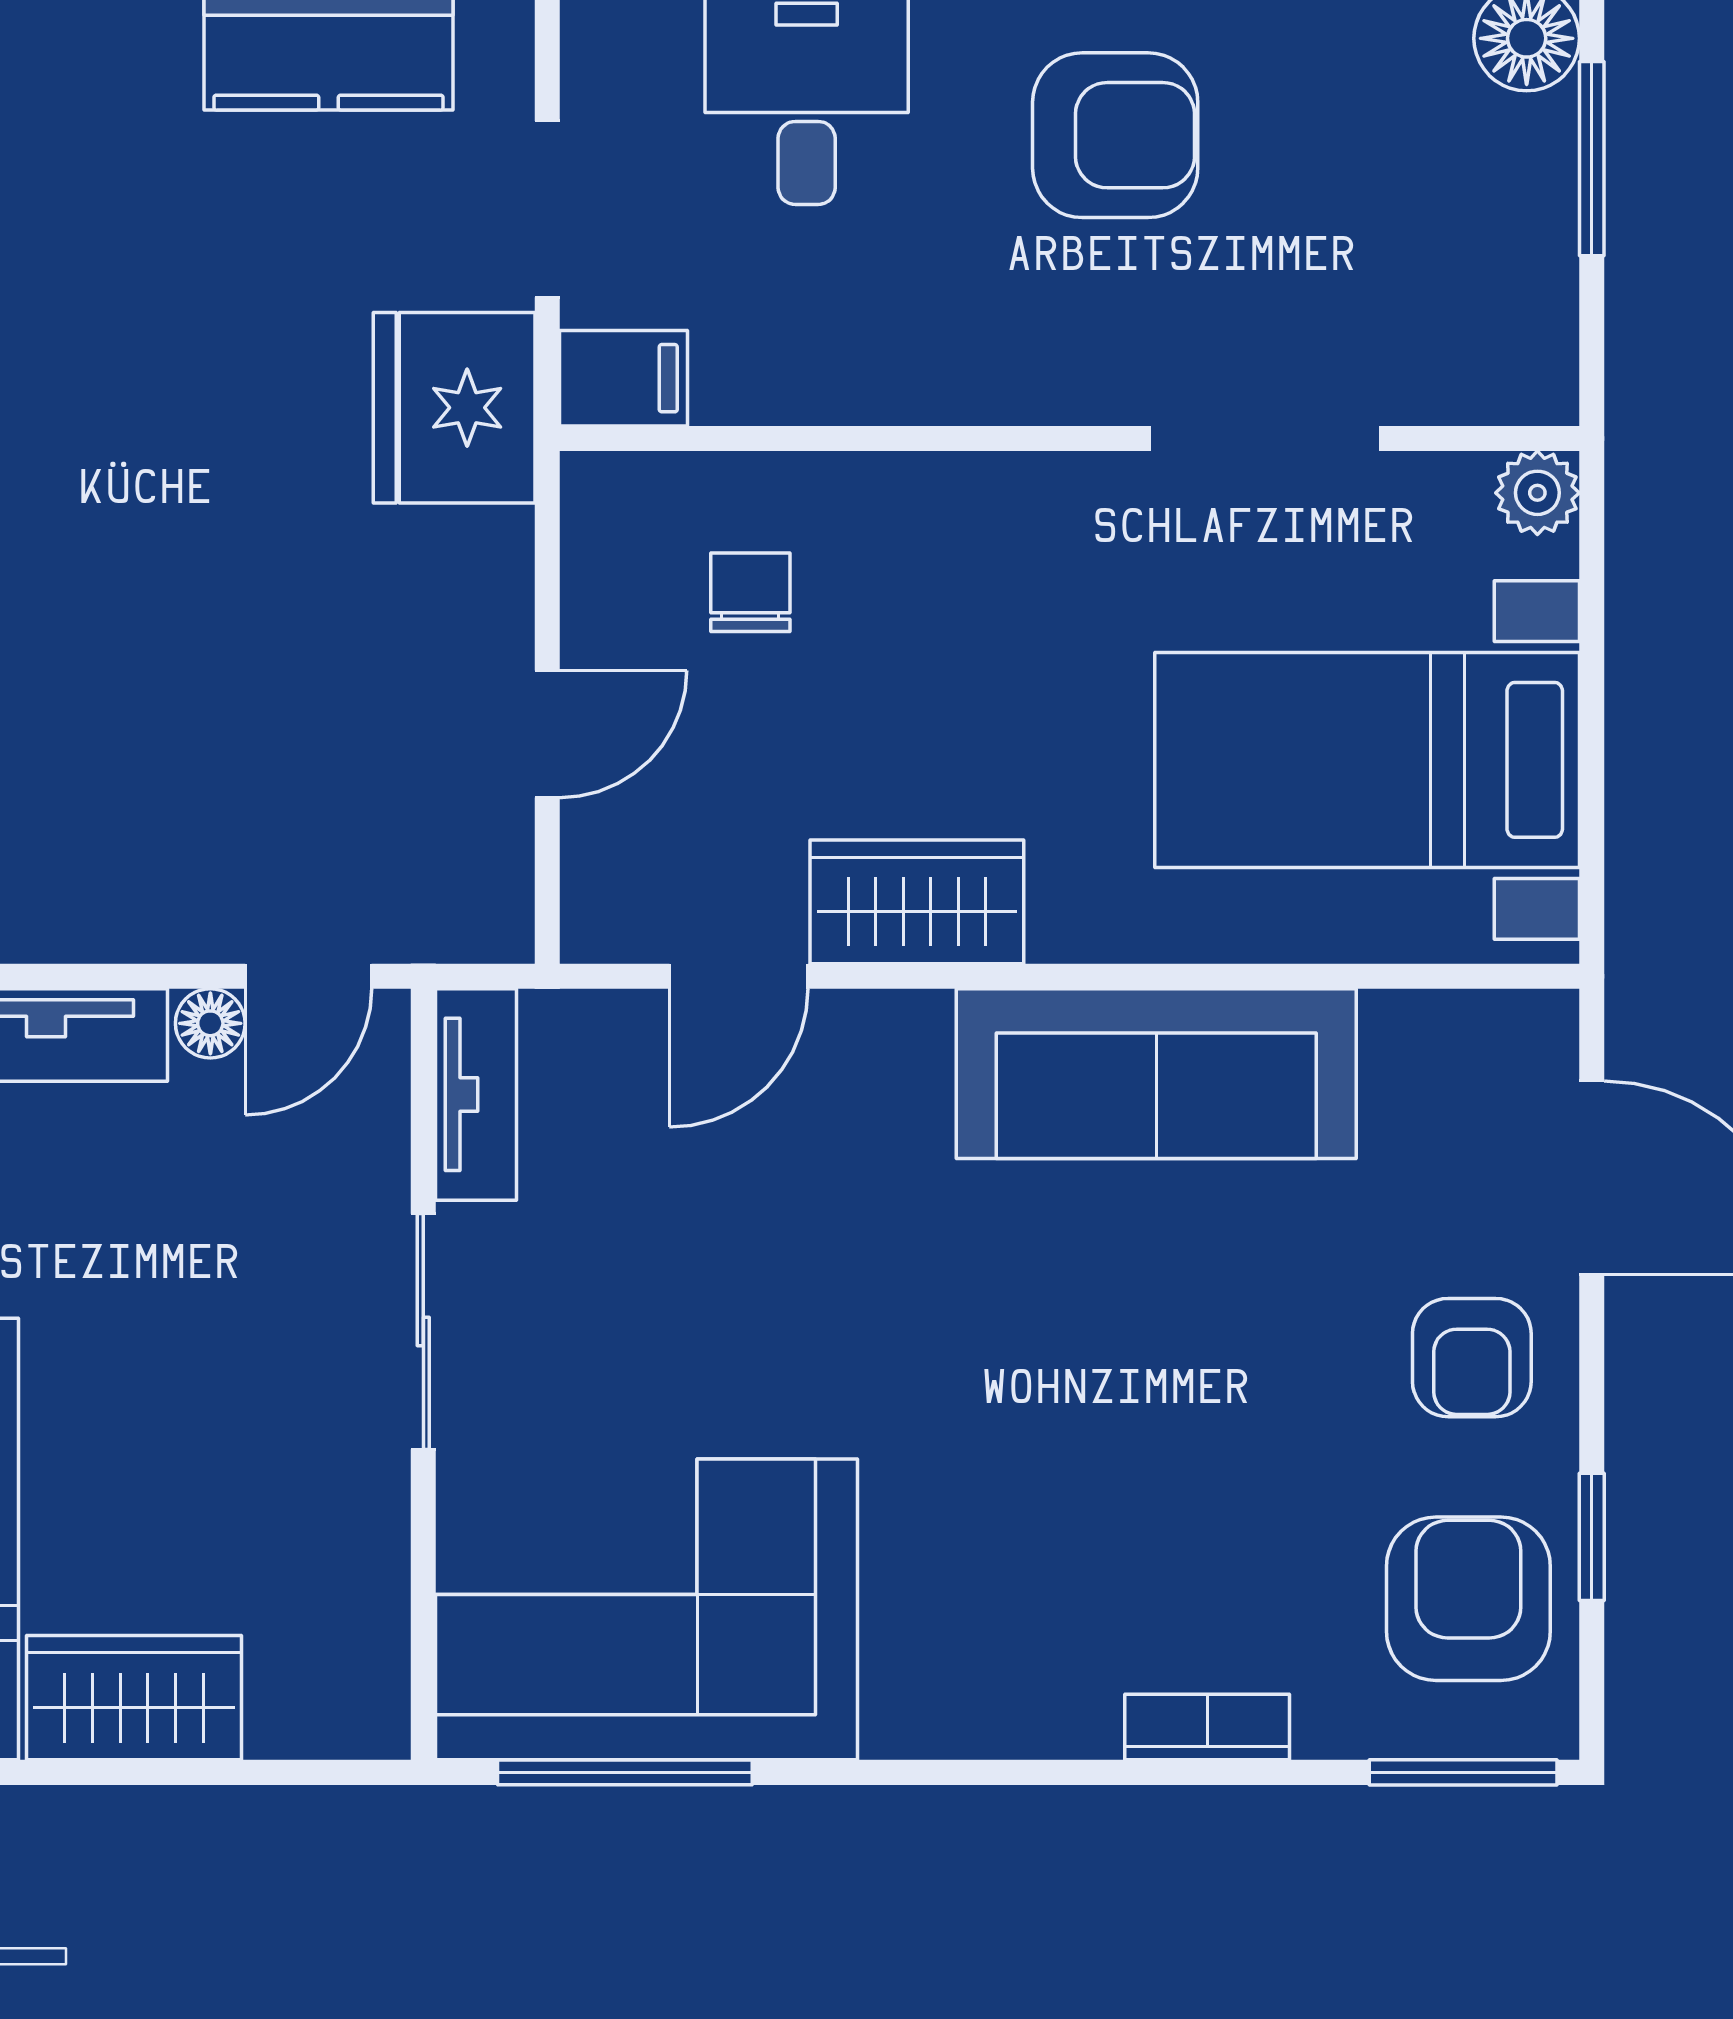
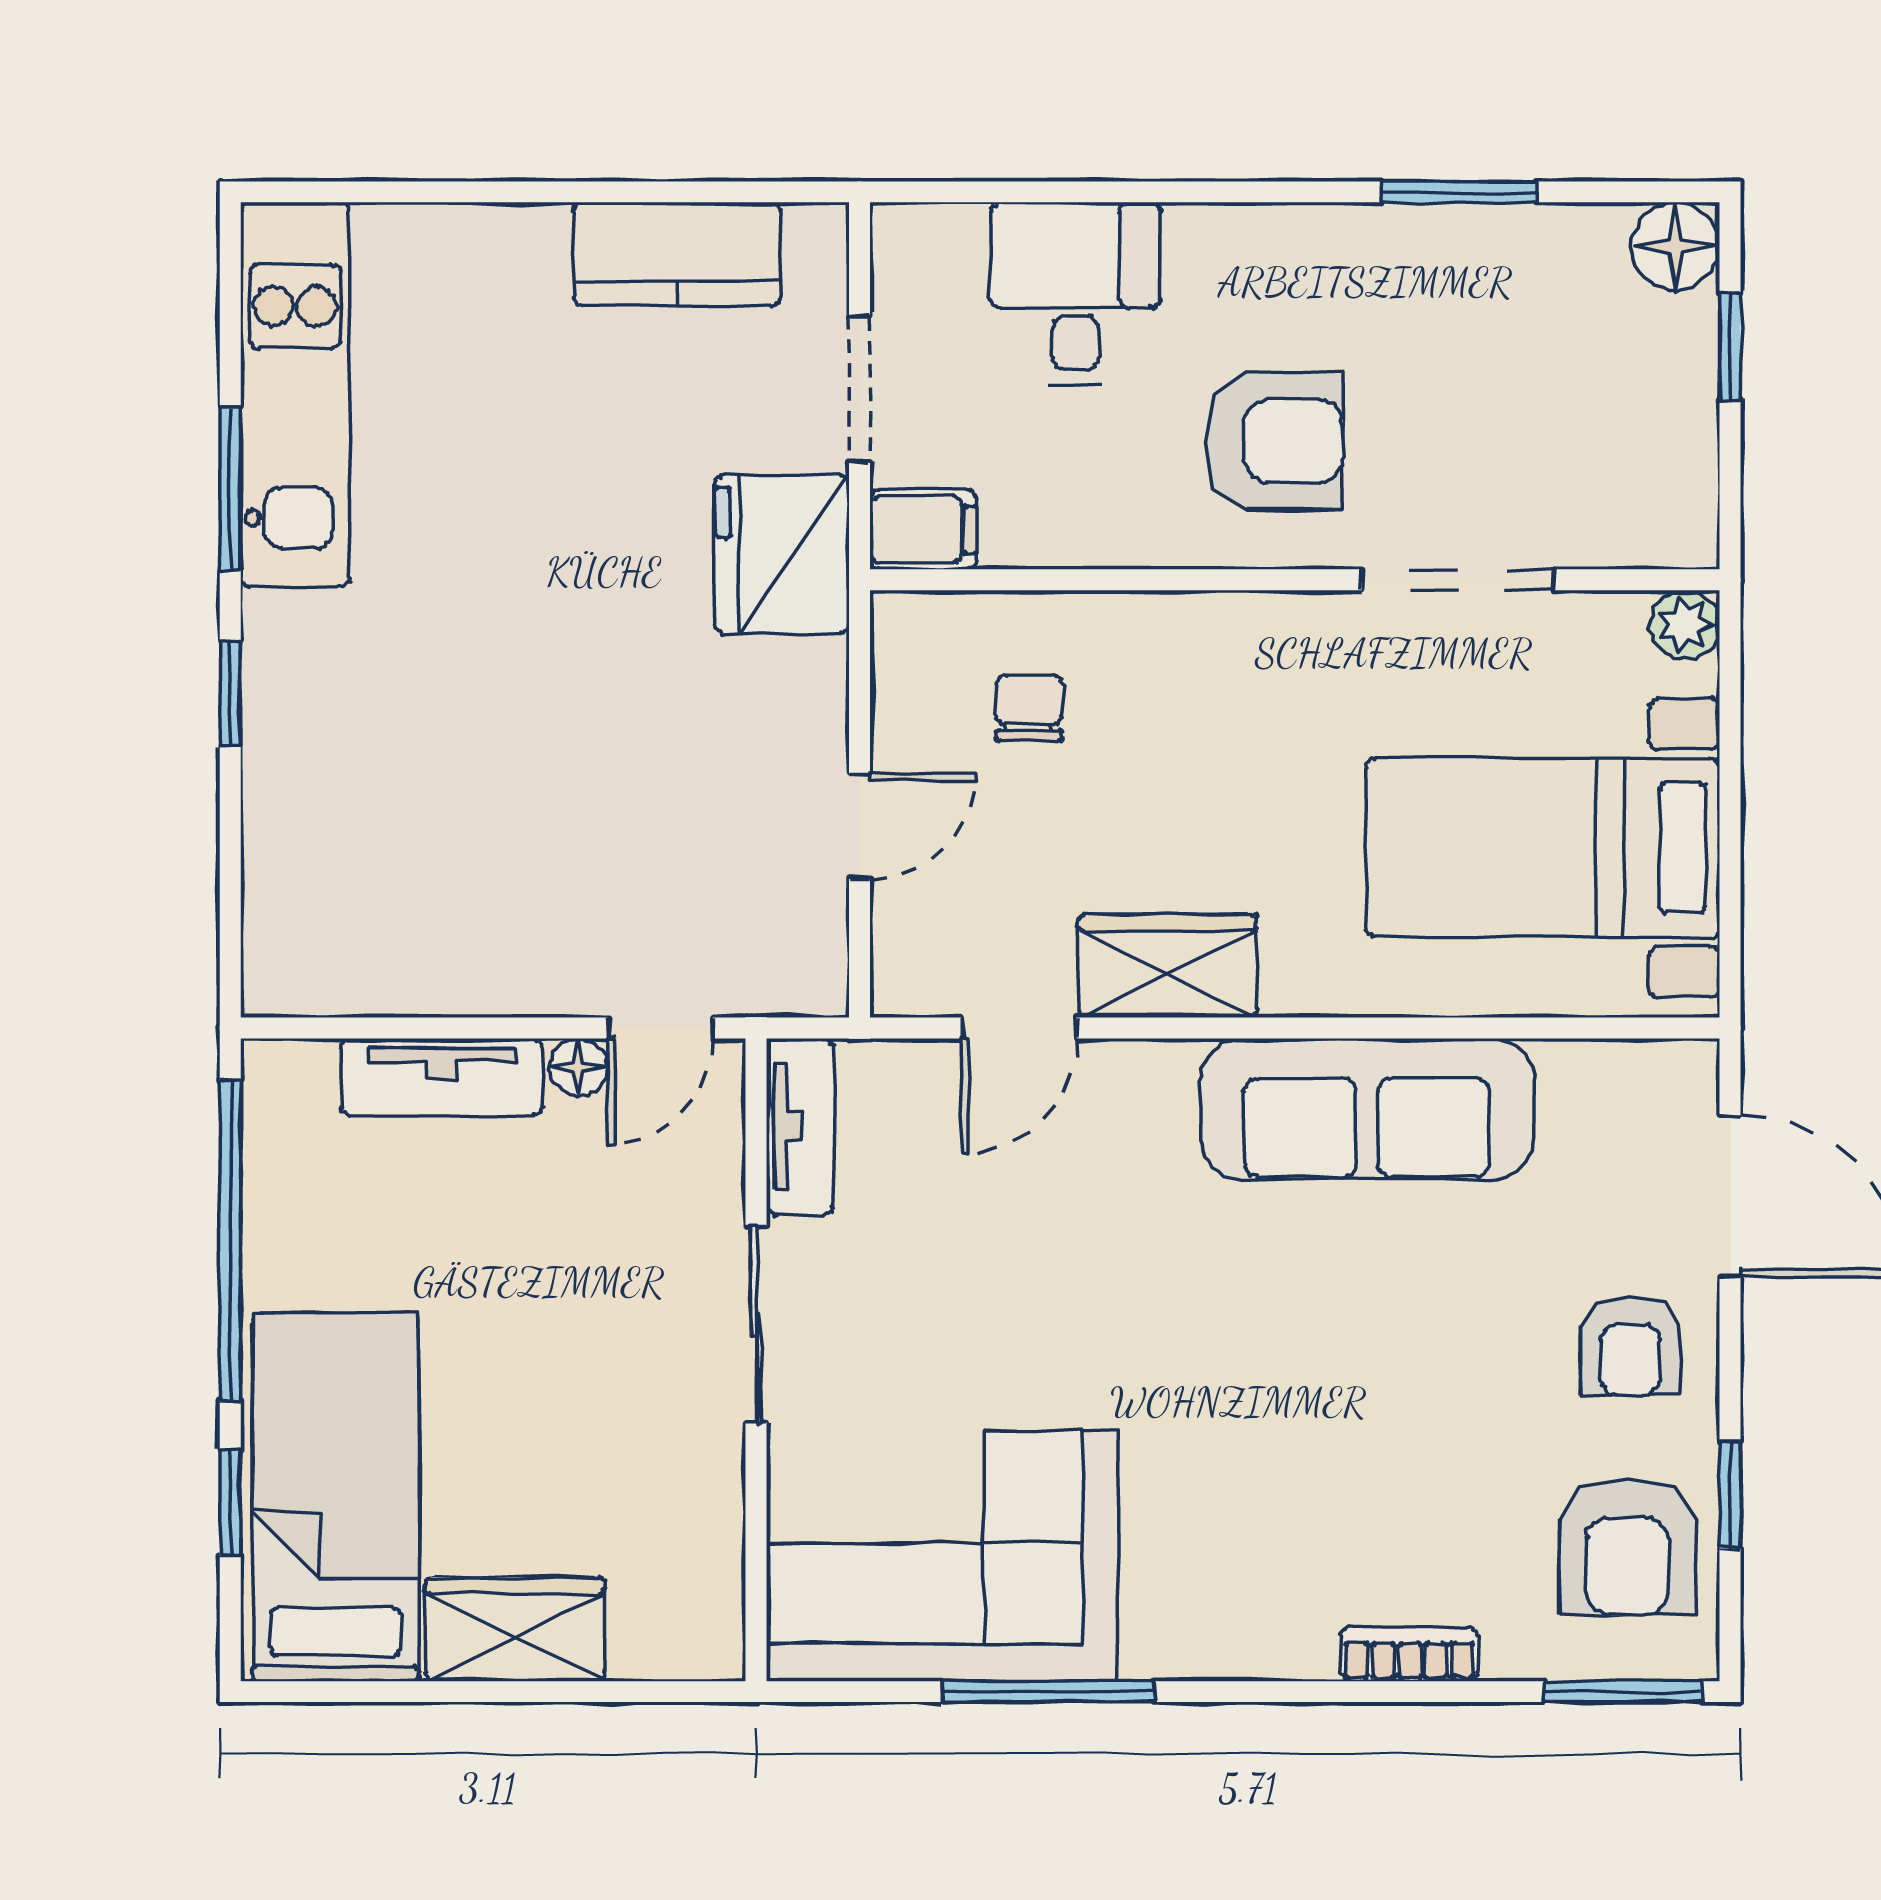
armchair: (1115, 135) -> (1274, 441), moved
window: (1592, 159) -> (1730, 346), width x0.67
armchair: (1468, 1599) -> (1627, 1547), turned 180
window: (625, 1772) -> (1048, 1692), moved

